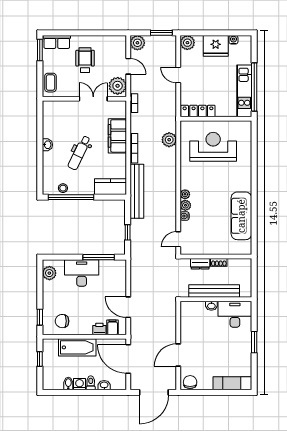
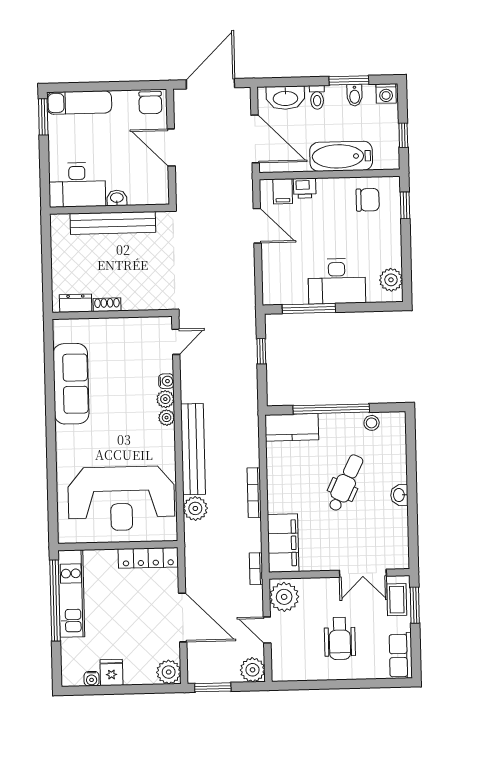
row of seats: (57, 42) -> (401, 655), moved, turned -90
fridge: (216, 46) -> (111, 672), width x0.53, depth x0.75
window: (40, 50) -> (415, 605), moved
door: (178, 75) -> (183, 618), width x1.88
double door: (93, 99) -> (363, 573), moved
filing cabinet: (117, 136) -> (283, 543), moved
reception desk: (213, 147) -> (121, 498), width x1.36, depth x1.30
bench: (137, 191) -> (193, 449), moved
window: (71, 197) -> (331, 409), moved
dresser: (200, 264) -> (76, 303), moved
bench: (214, 291) -> (113, 223), moved
wall: (216, 299) -> (110, 209), moved
washbasin: (211, 306) -> (117, 198), moved
desk: (235, 314) -> (77, 185), moved
window: (254, 342) -> (43, 117), moved
door: (178, 355) -> (171, 147), swing flipped
washing machine: (79, 384) -> (386, 93), moved
washbasin: (104, 385) -> (285, 98), width x1.91, depth x1.45
window: (71, 392) -> (349, 80), added

